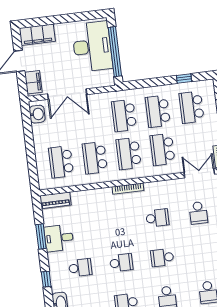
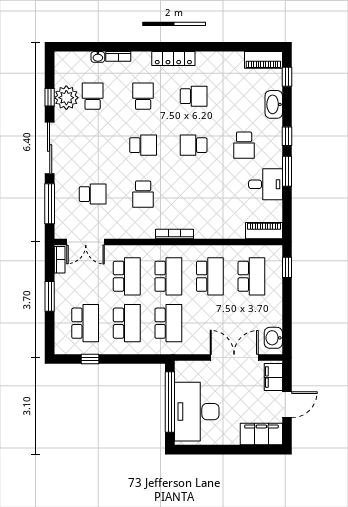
window: (33, 173) -> (287, 267), added
school desk: (198, 213) -> (93, 194), turned 90
school desk: (157, 218) -> (143, 194), turned -90
window: (41, 236) -> (287, 171), moved
school desk: (80, 268) -> (244, 145), turned -90

